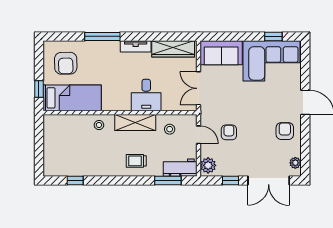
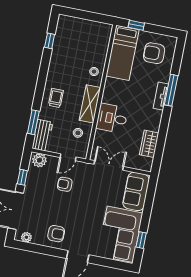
tv unit: (136, 46) -> (161, 96), moved
wardrobe: (173, 49) -> (149, 144), width x0.67
armchair: (229, 132) -> (65, 184), turned 180

